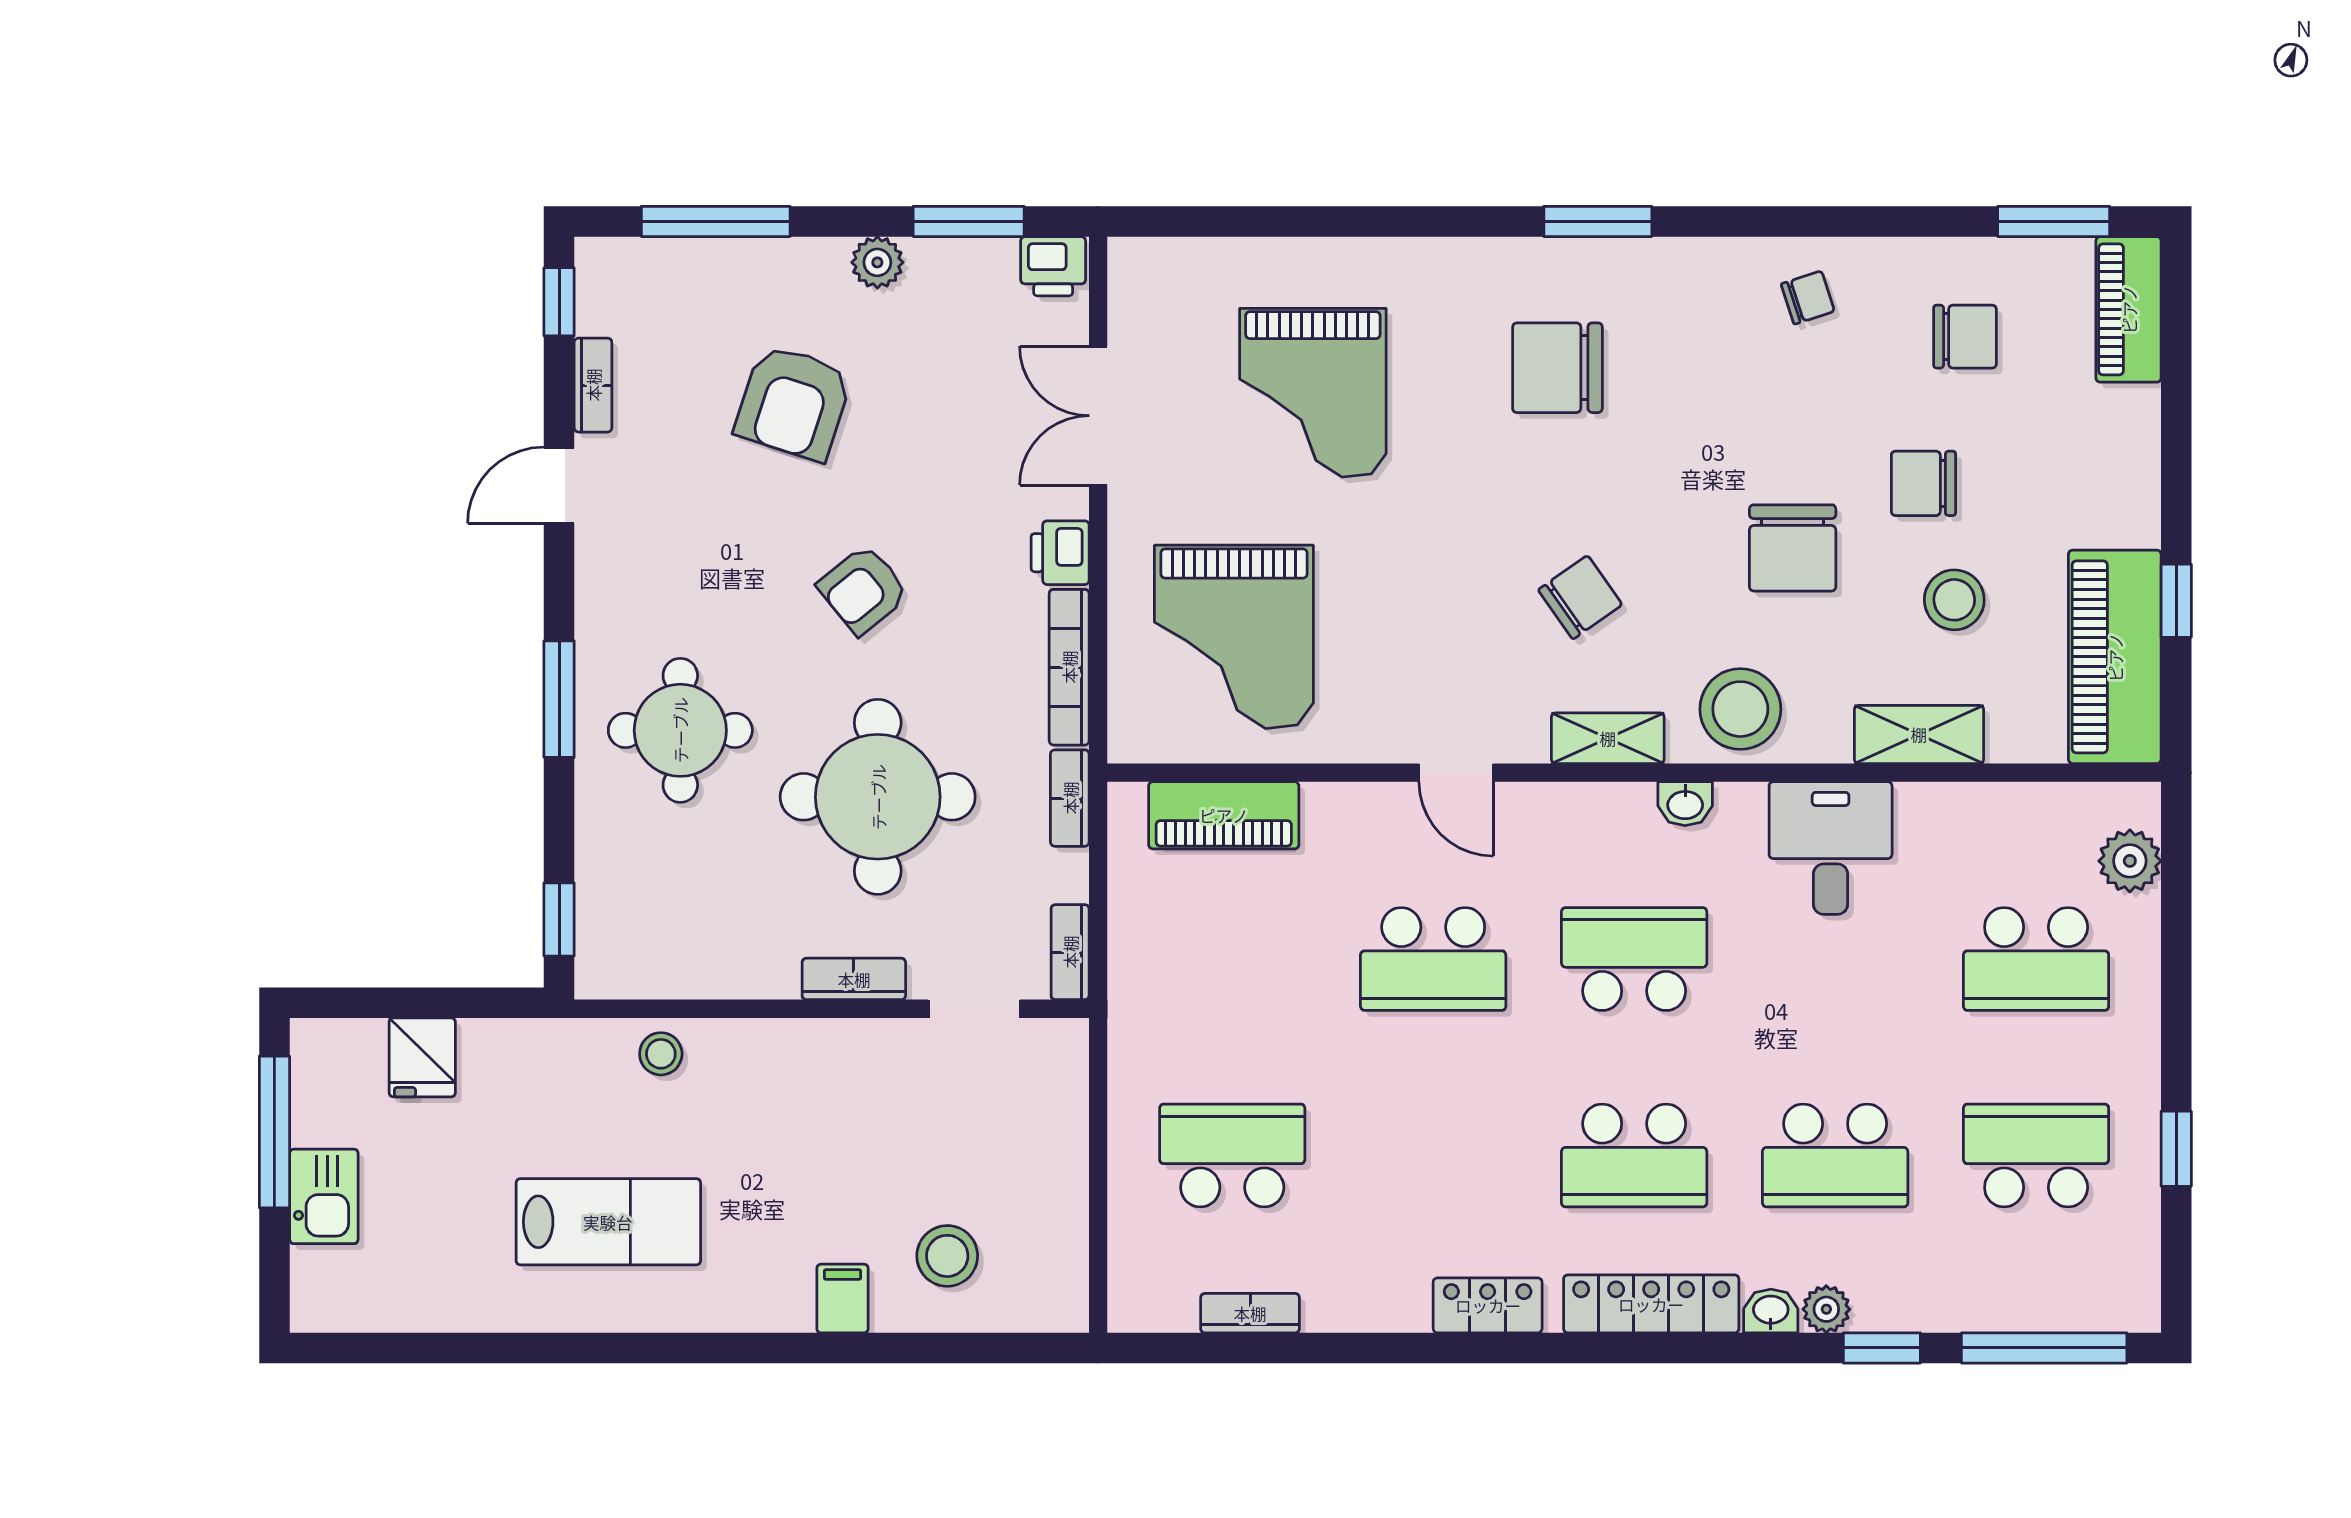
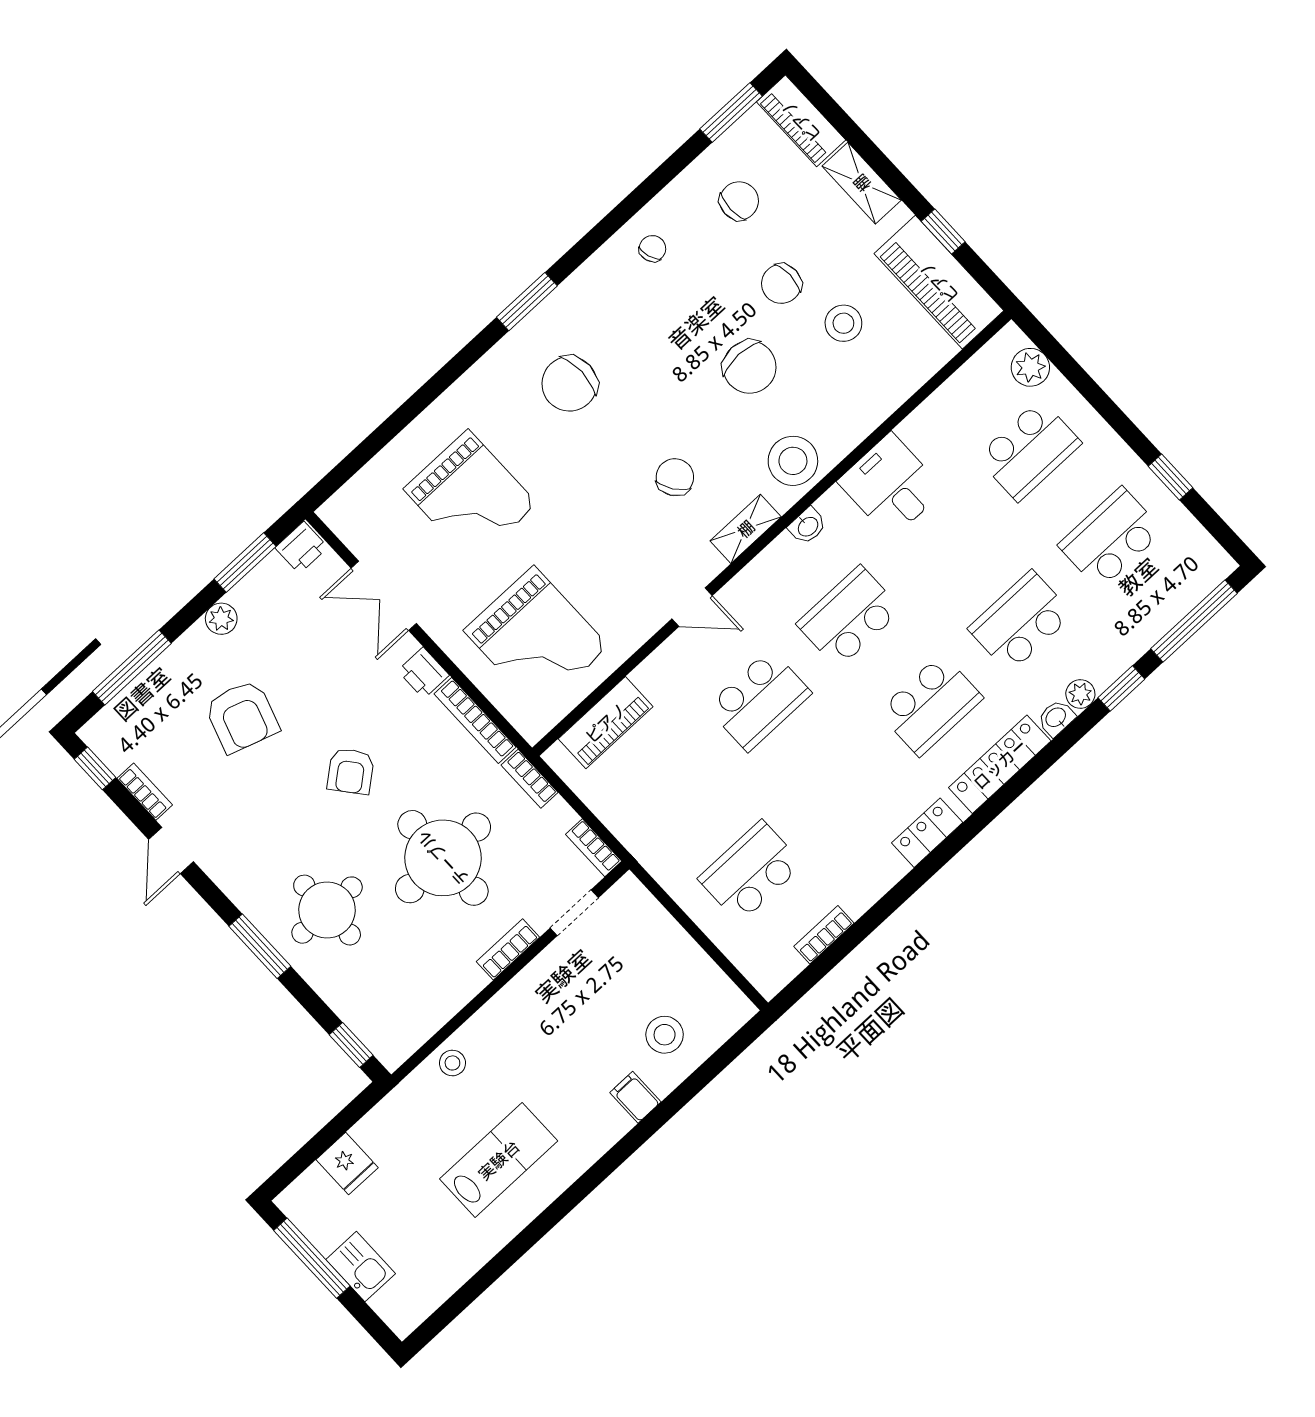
shelving: (1919, 734) -> (862, 183), moved, turned 90
school desk: (1835, 1155) -> (1021, 621), turned 180

